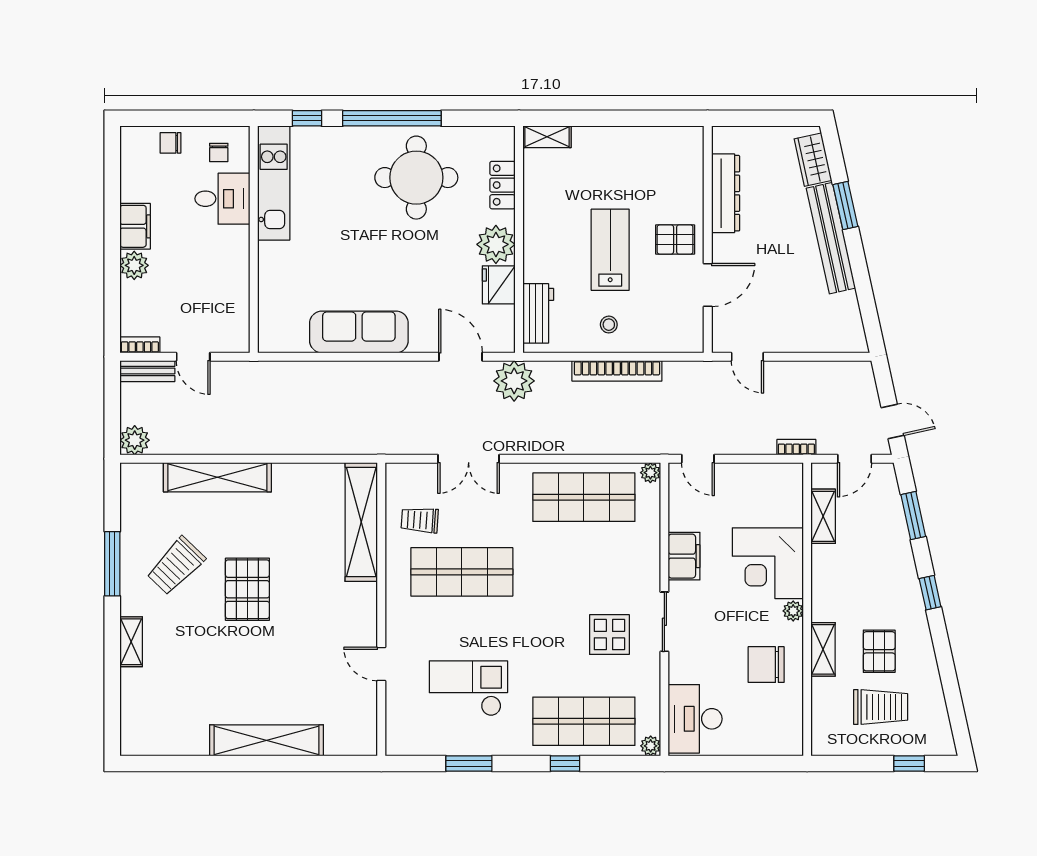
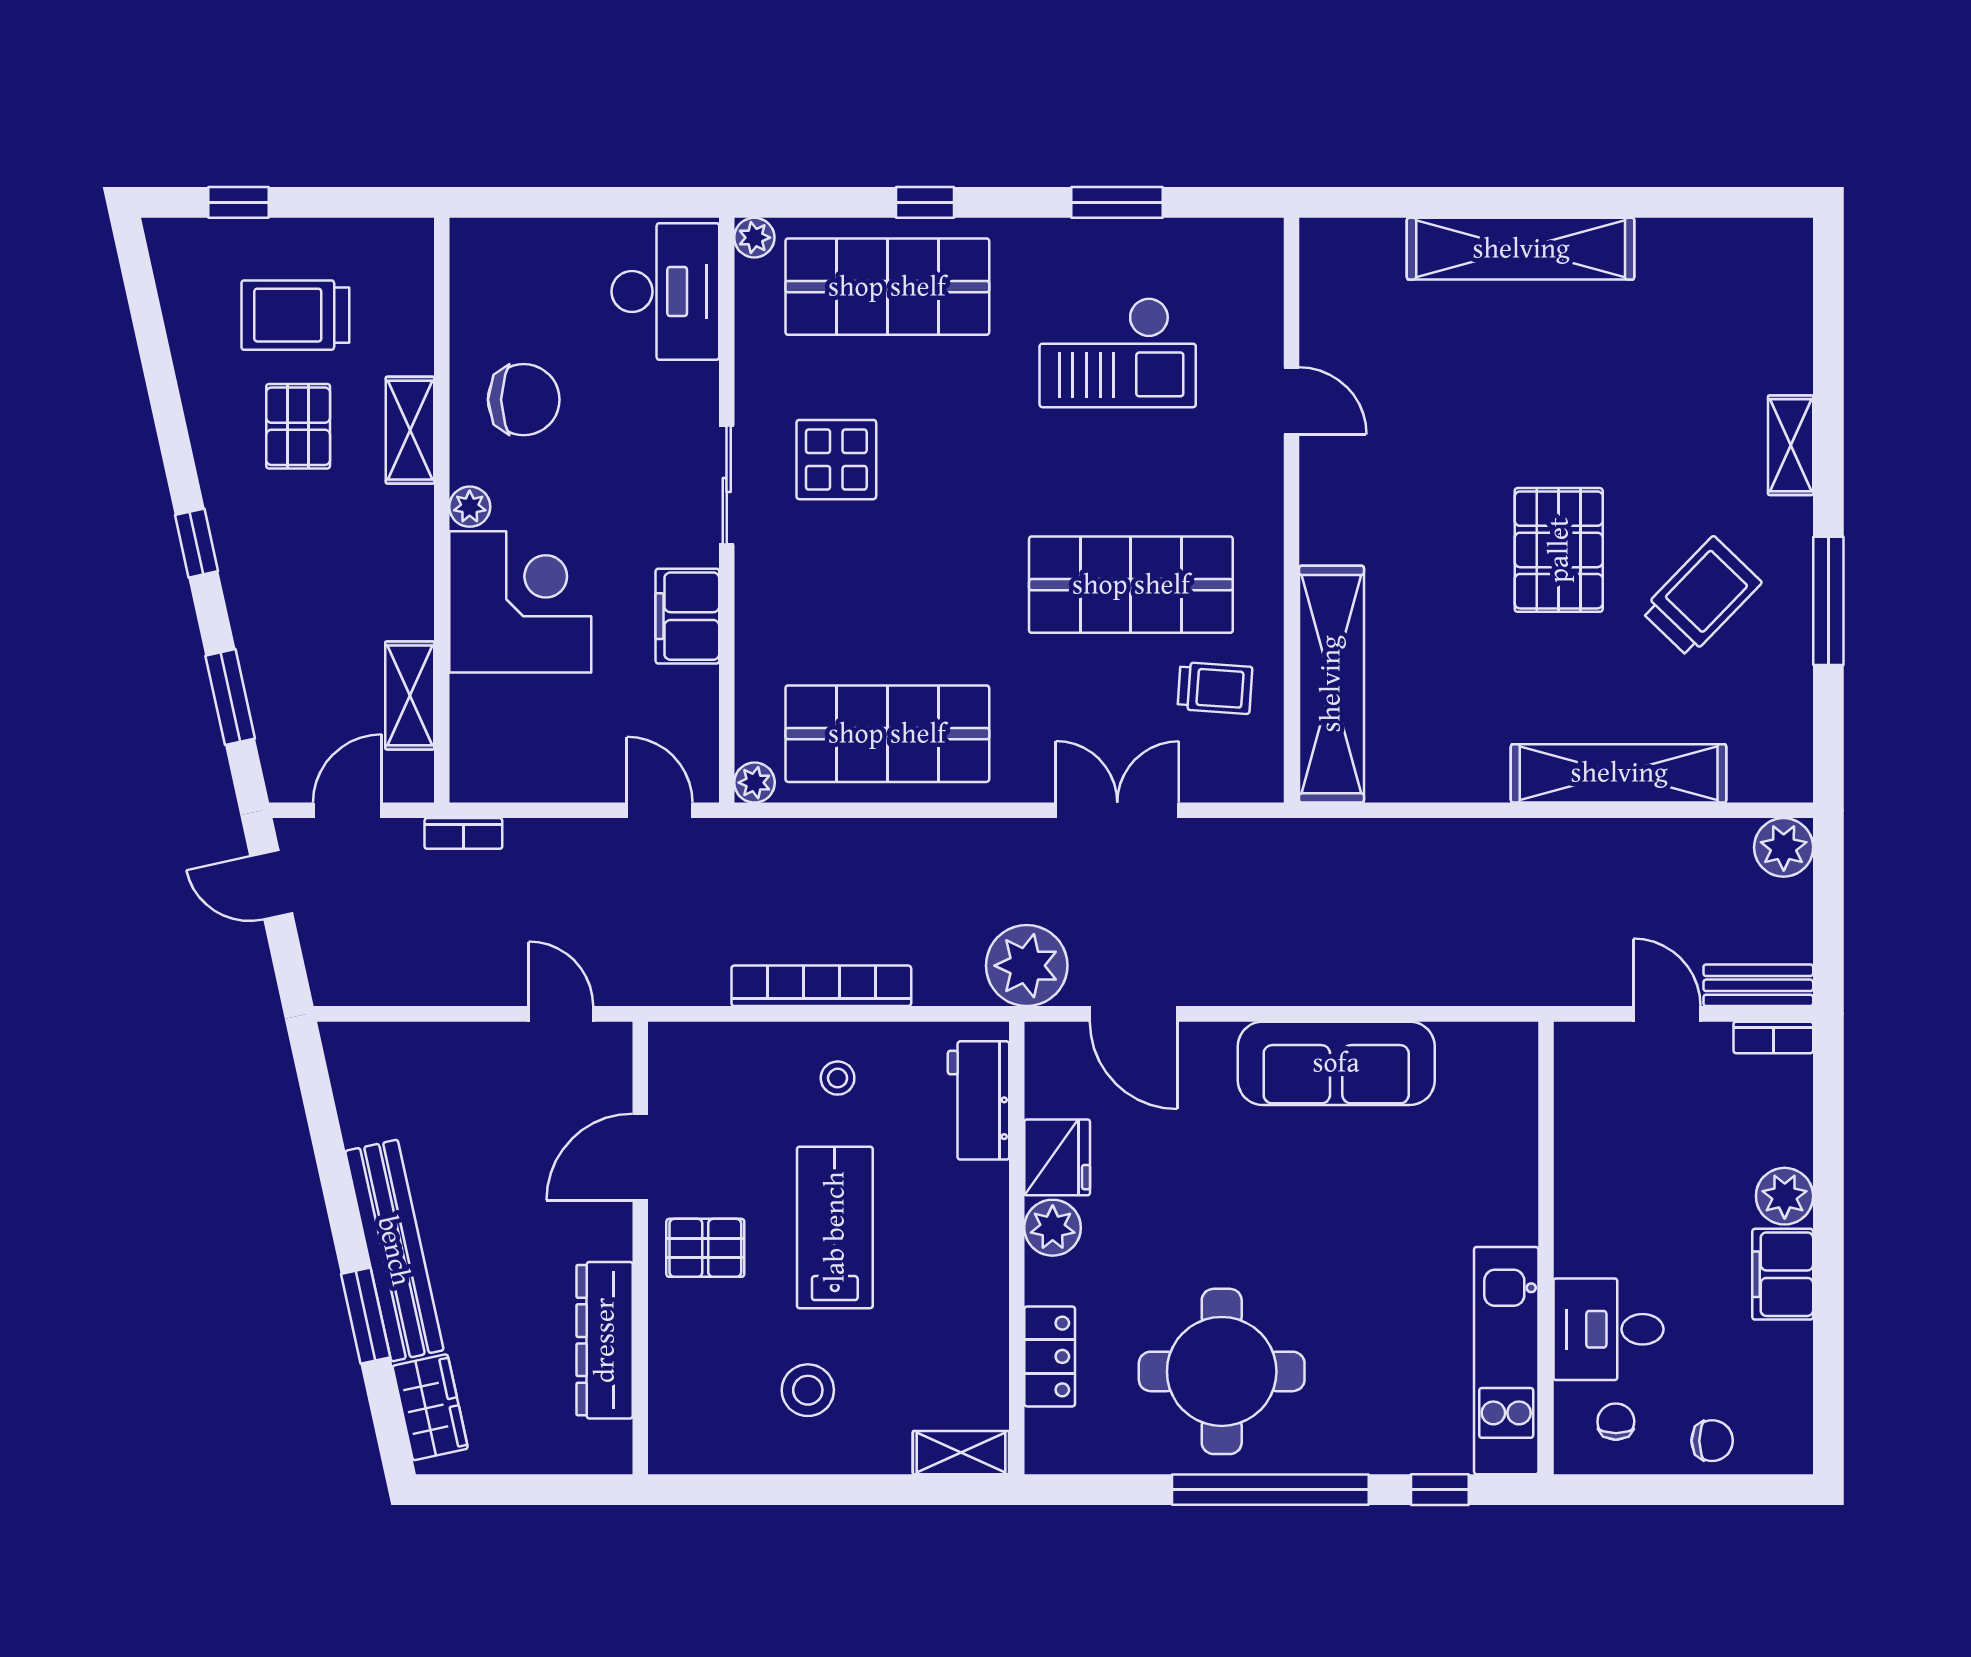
stool: (624, 168) -> (808, 1390), added
plant: (496, 244) -> (1053, 1228), width x0.73, depth x0.73
lab bench: (610, 250) -> (835, 1227), turned 180

